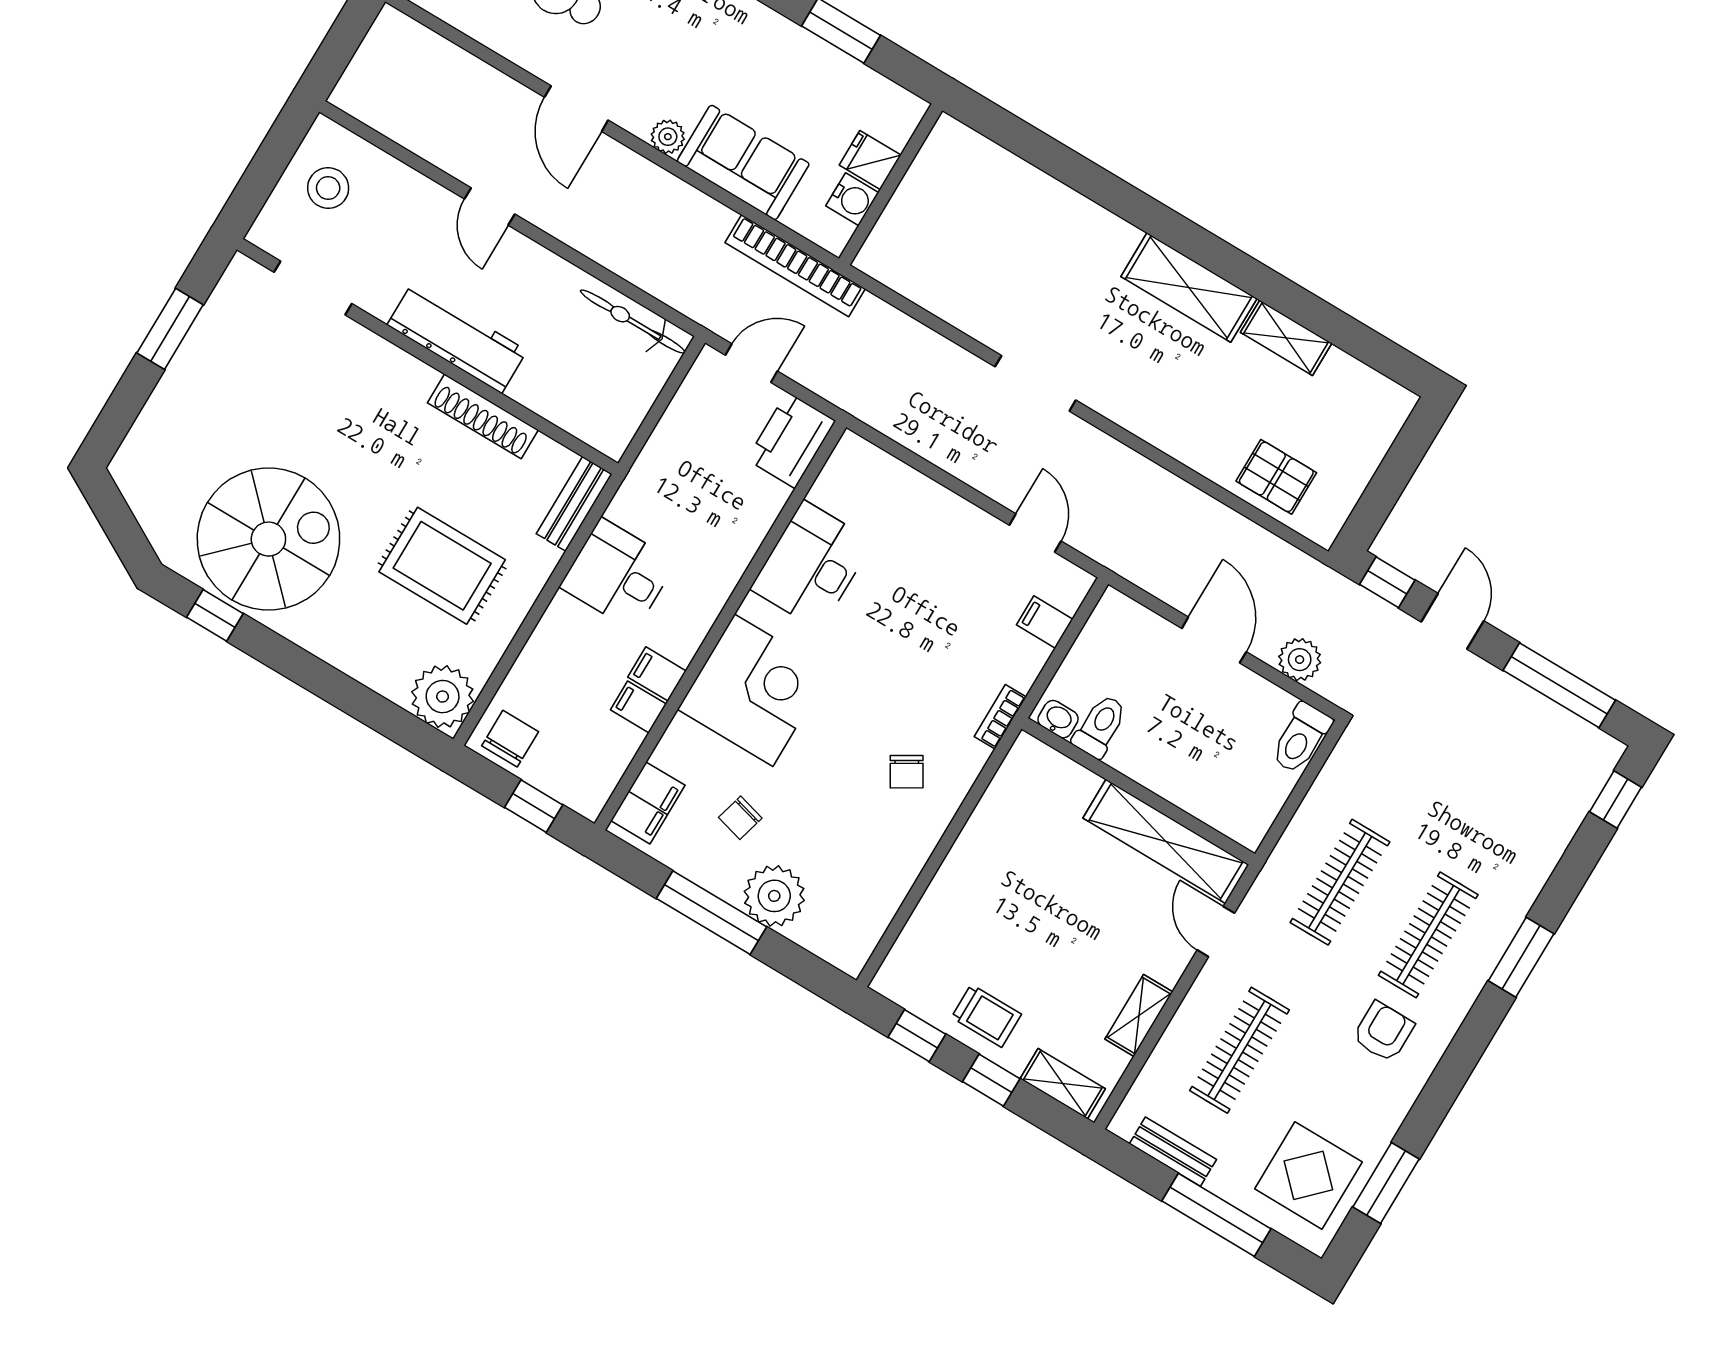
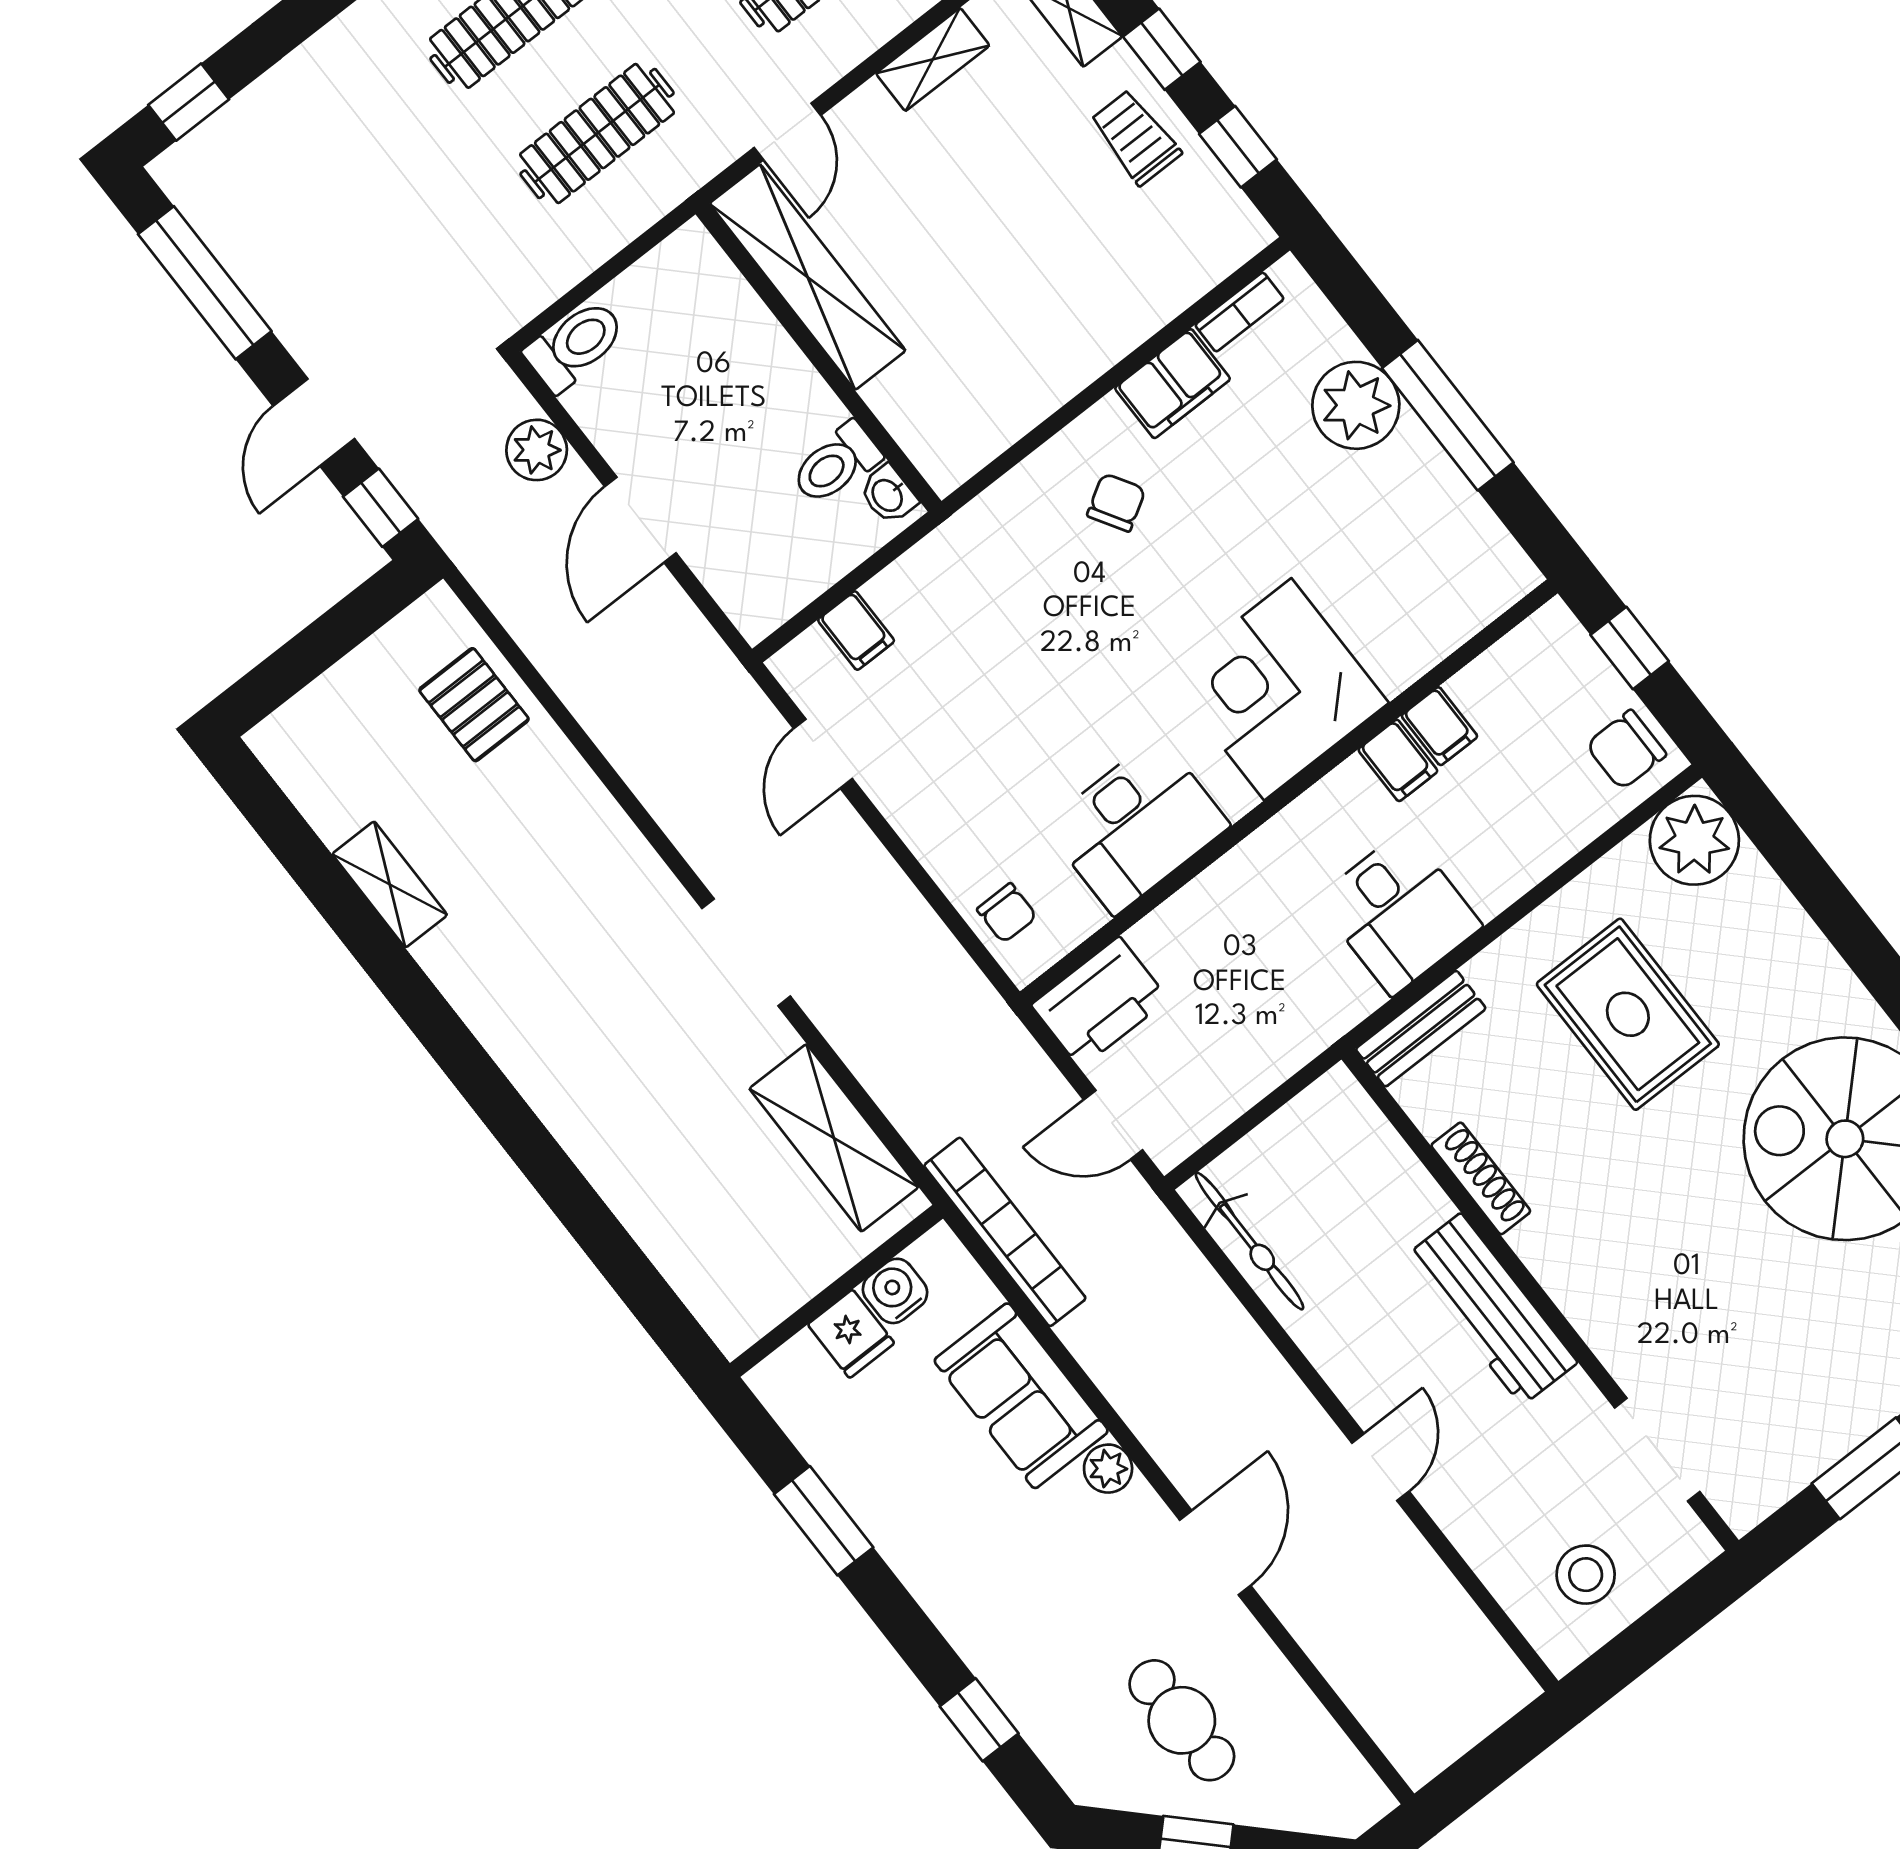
shelving: (1189, 287) -> (834, 1138), moved
shoe rack: (483, 416) -> (1481, 1178), width x0.74, depth x0.81
bookcase: (1000, 717) -> (1239, 312), moved
filing cabinet: (648, 803) -> (1173, 384), moved, turned 180
chair: (740, 818) -> (1007, 913), moved, turned 75

